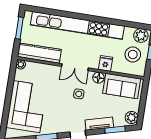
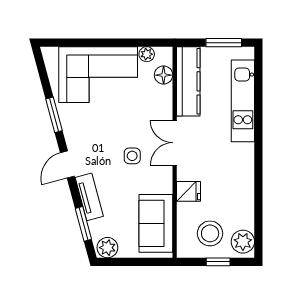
kitchen unit: (77, 25) -> (243, 101), width x0.54
plant: (21, 64) -> (147, 54), moved
floor lamp: (98, 78) -> (164, 75), moved

